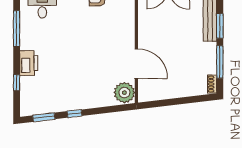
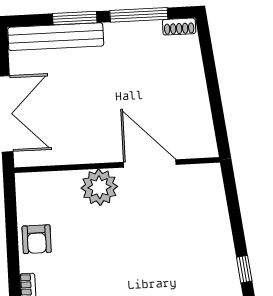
door: (136, 64) -> (150, 163), hinge flipped
plant: (124, 93) -> (99, 187), moved

